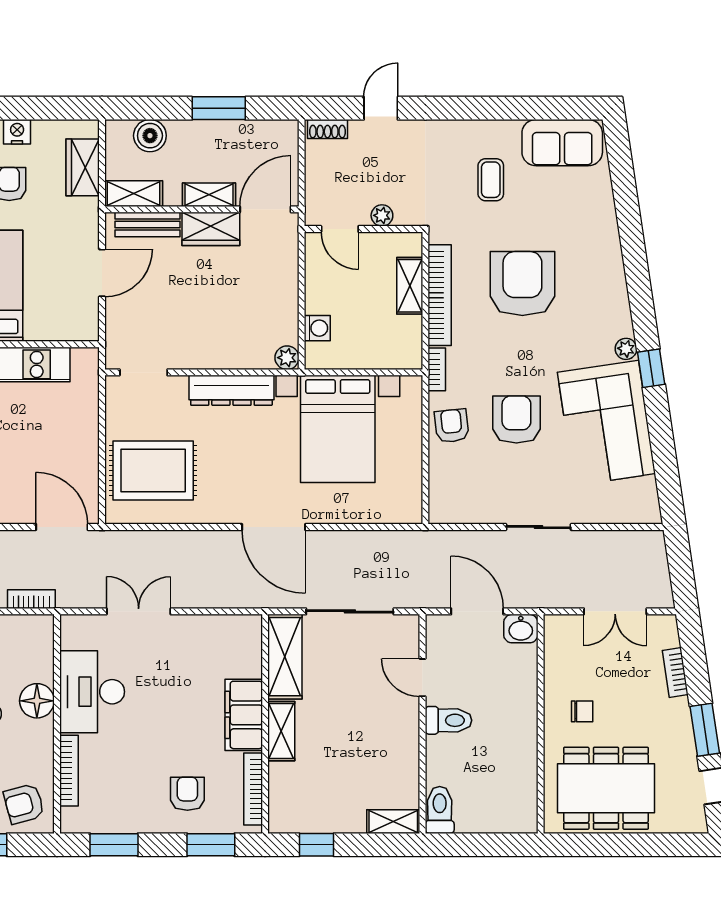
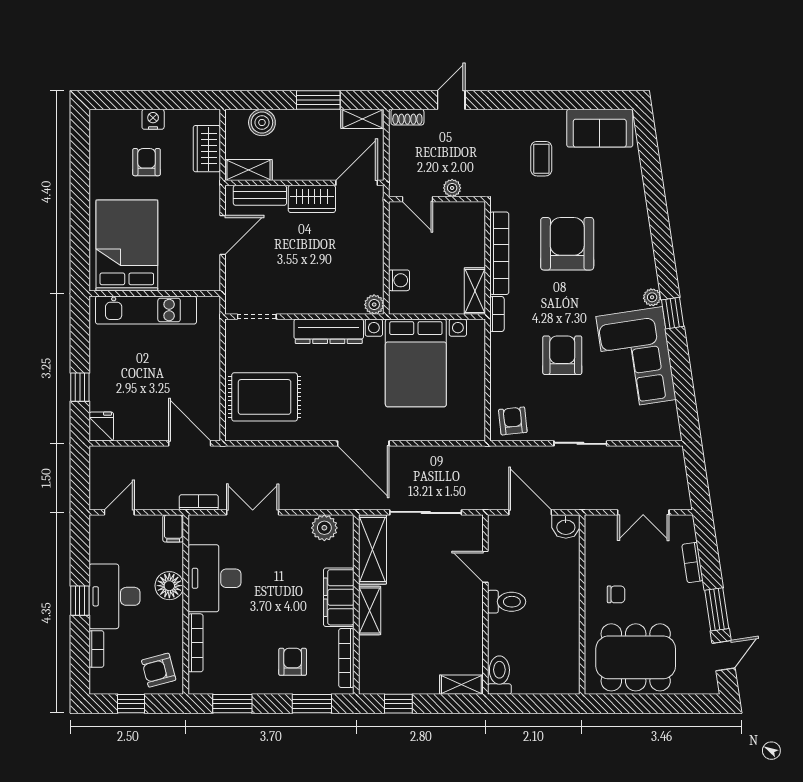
shelving: (209, 195) -> (362, 119), moved
shelving: (410, 286) -> (475, 291), moved
armchair: (452, 426) -> (513, 421), moved
bookcase: (31, 599) -> (199, 502), moved
plant: (226, 630) -> (324, 528), added
filing cabinet: (42, 631) -> (173, 528), added

